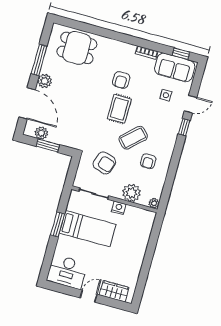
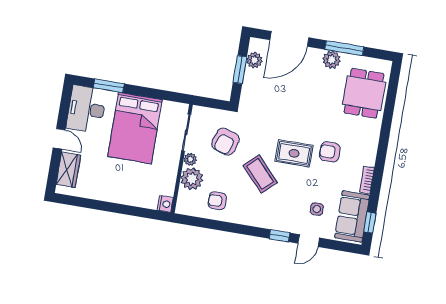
plant: (45, 81) -> (332, 60), moved
door: (191, 104) -> (309, 241), hinge flipped
armchair: (148, 161) -> (217, 201), moved
plant: (154, 203) -> (190, 159), moved
nightstand: (119, 208) -> (165, 204), moved
window: (58, 225) -> (109, 86), moved
bed: (88, 229) -> (135, 128), width x1.50

